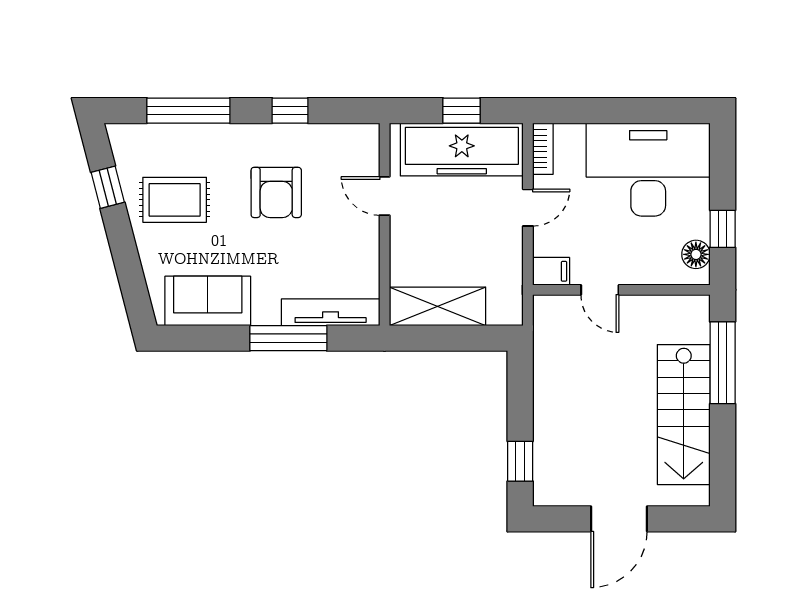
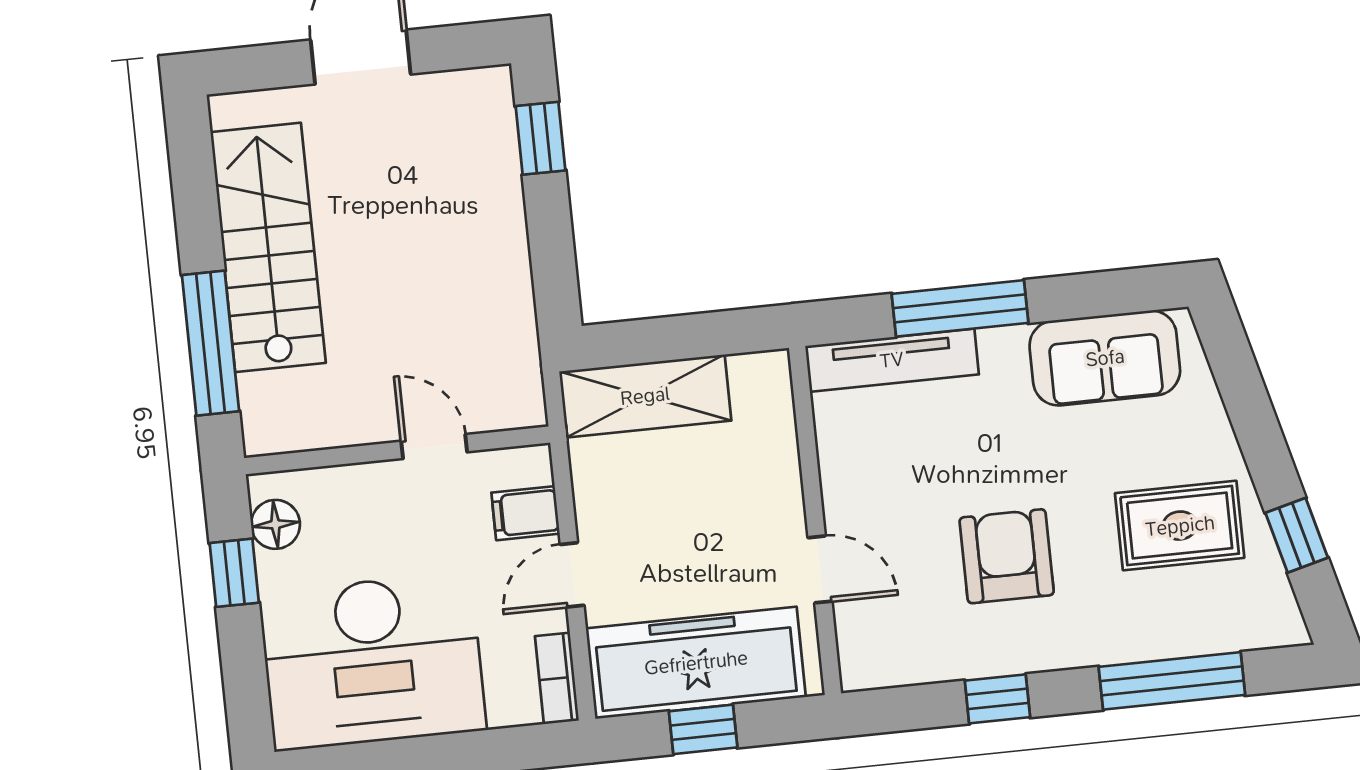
filing cabinet: (551, 271) -> (526, 513), moved
shelving: (437, 306) -> (645, 396), moved

